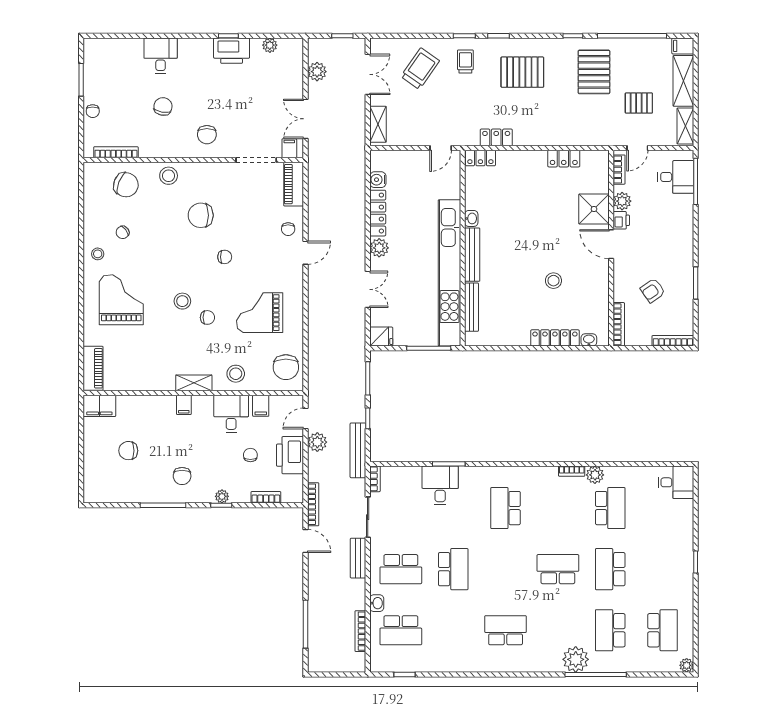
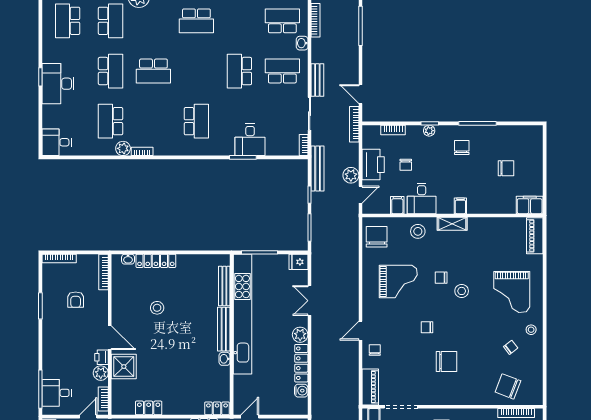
stool: (169, 176) -> (473, 394), removed
armchair: (653, 291) -> (76, 300), turned 125
desk: (674, 554) -> (58, 84), added

